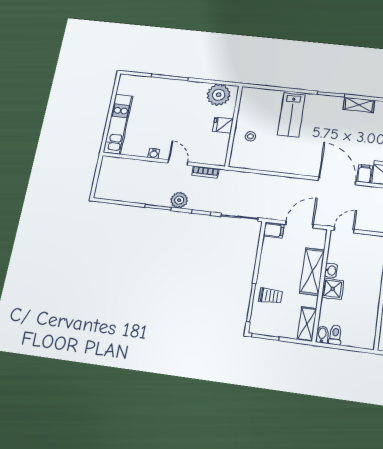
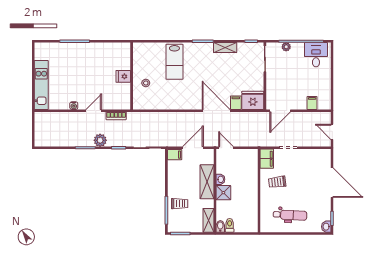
plant: (219, 95) -> (116, 52), removed
door: (178, 163) -> (94, 111), hinge flipped
door: (344, 230) -> (226, 148), hinge flipped

